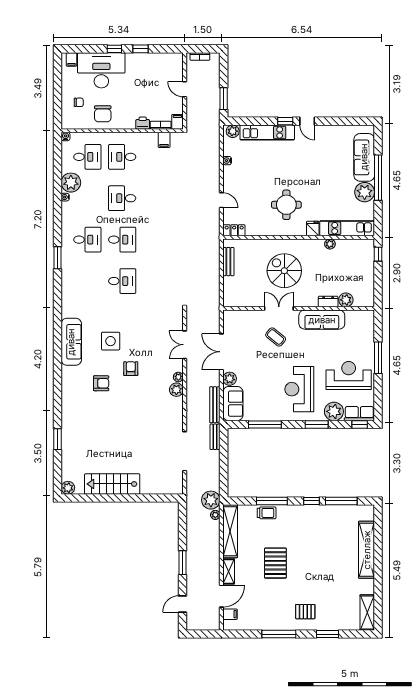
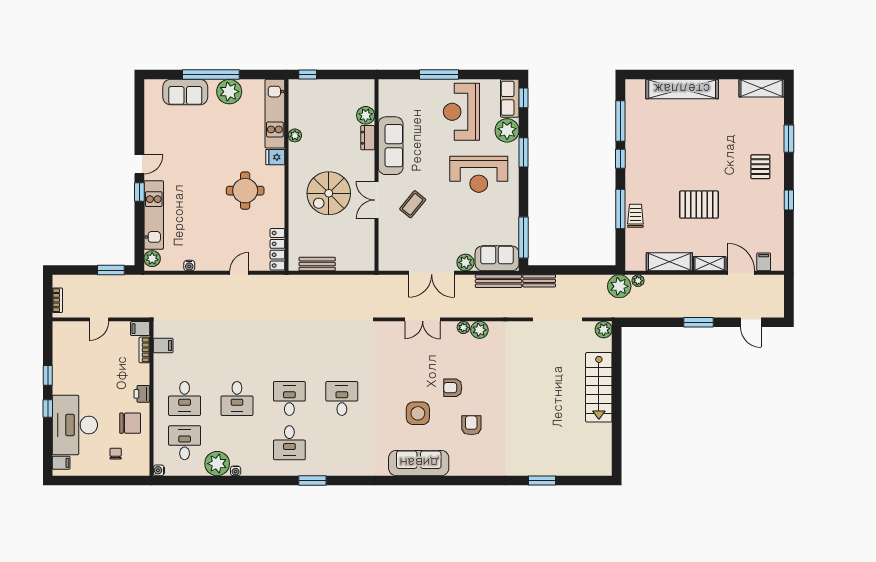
printer: (143, 123) -> (142, 394), moved
sofa: (364, 157) -> (185, 92), width x0.73
locker: (234, 230) -> (277, 249), width x1.53
desk: (87, 240) -> (289, 443), turned 180
window: (265, 425) -> (524, 238), moved
stairs: (112, 484) -> (599, 387), moved
plant: (68, 488) -> (604, 330), moved
shelving: (230, 531) -> (669, 262), width x0.68
window: (279, 634) -> (789, 200), width x0.46

